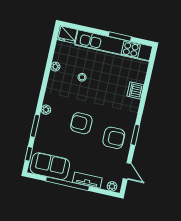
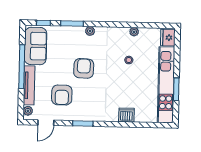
armchair: (114, 138) -> (62, 95), moved
tv unit: (87, 180) -> (29, 85), width x1.41

